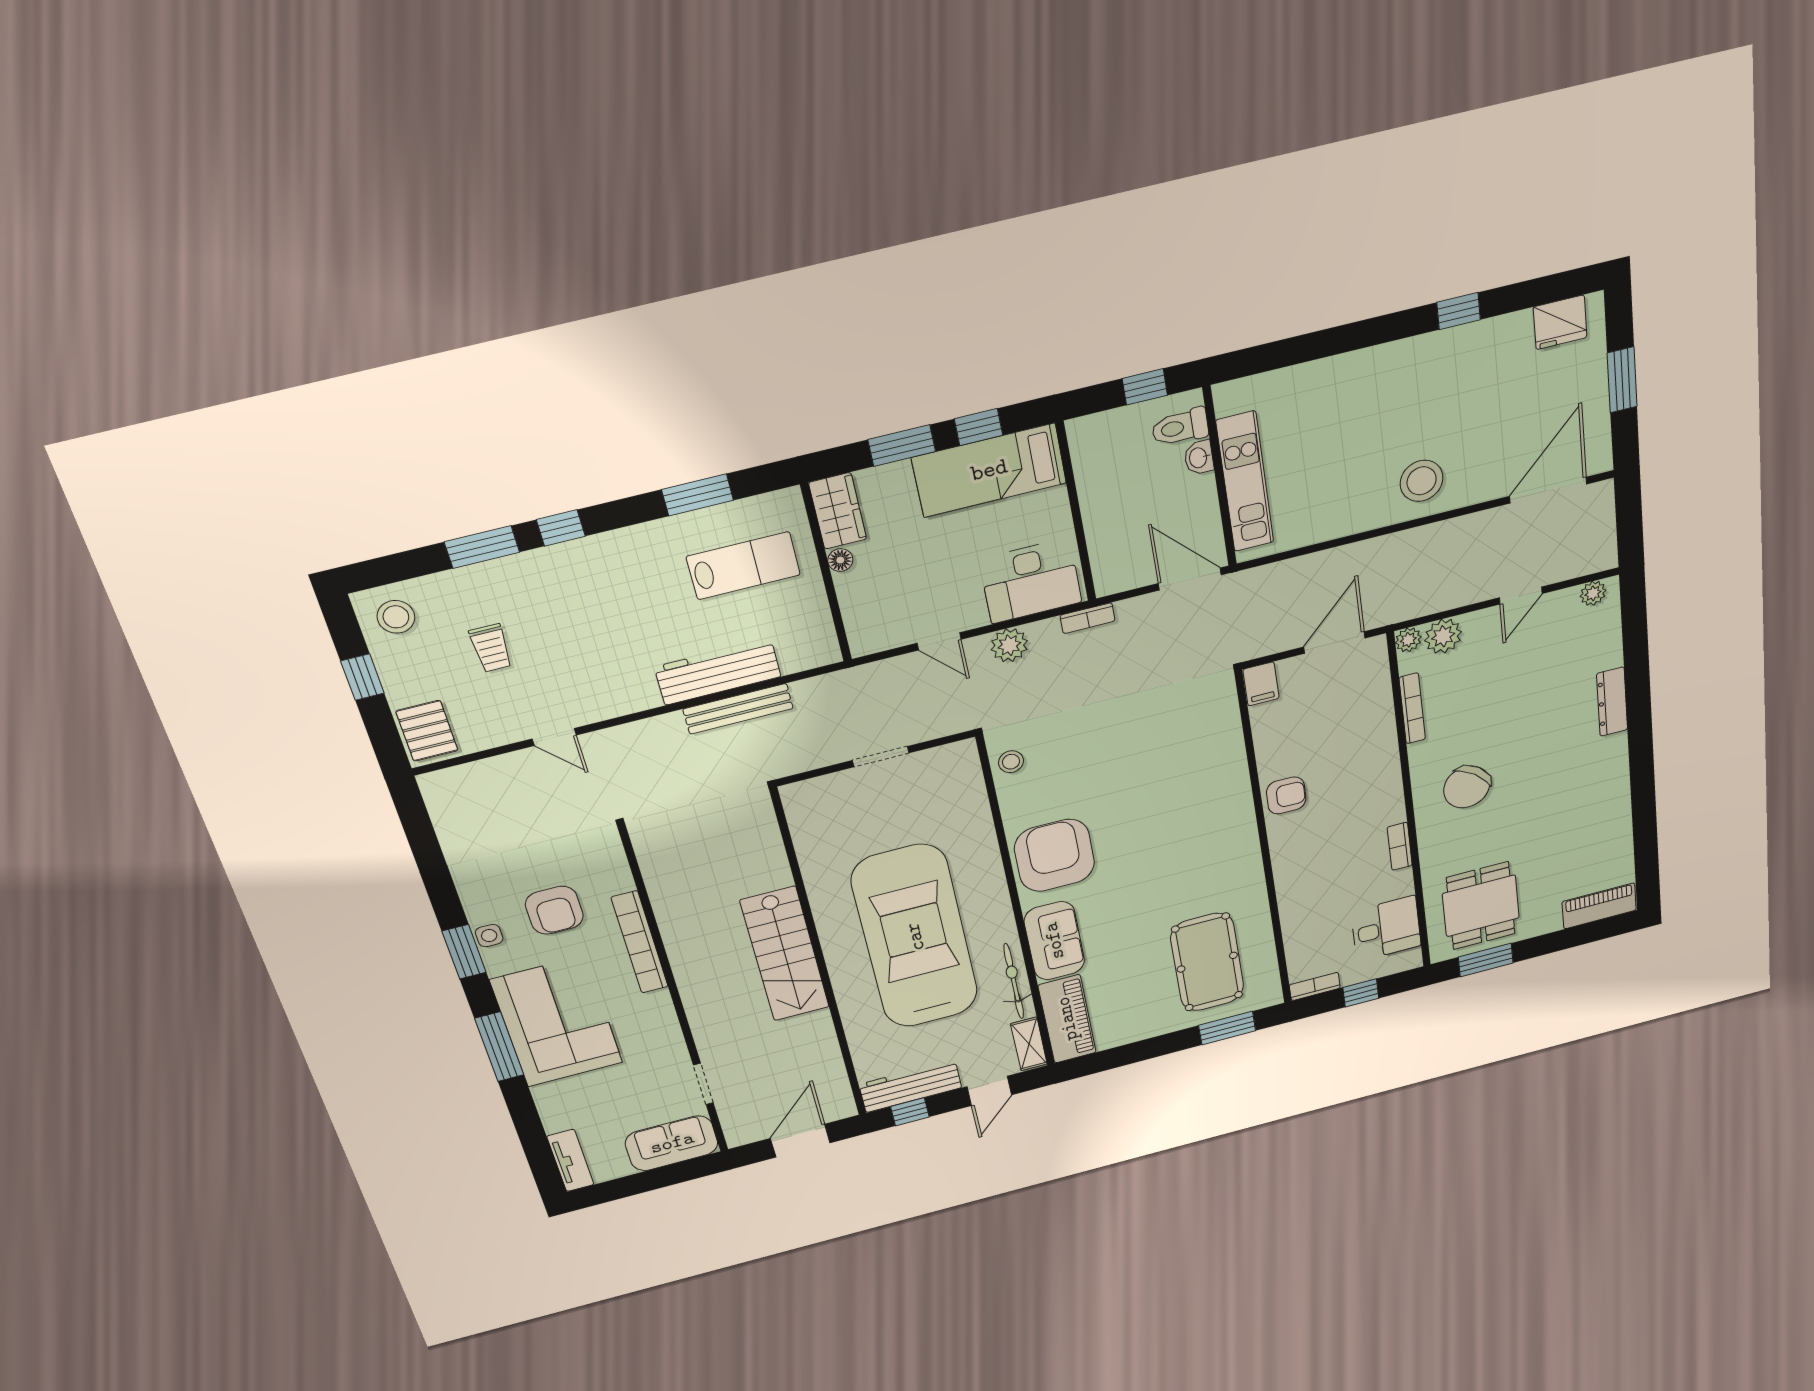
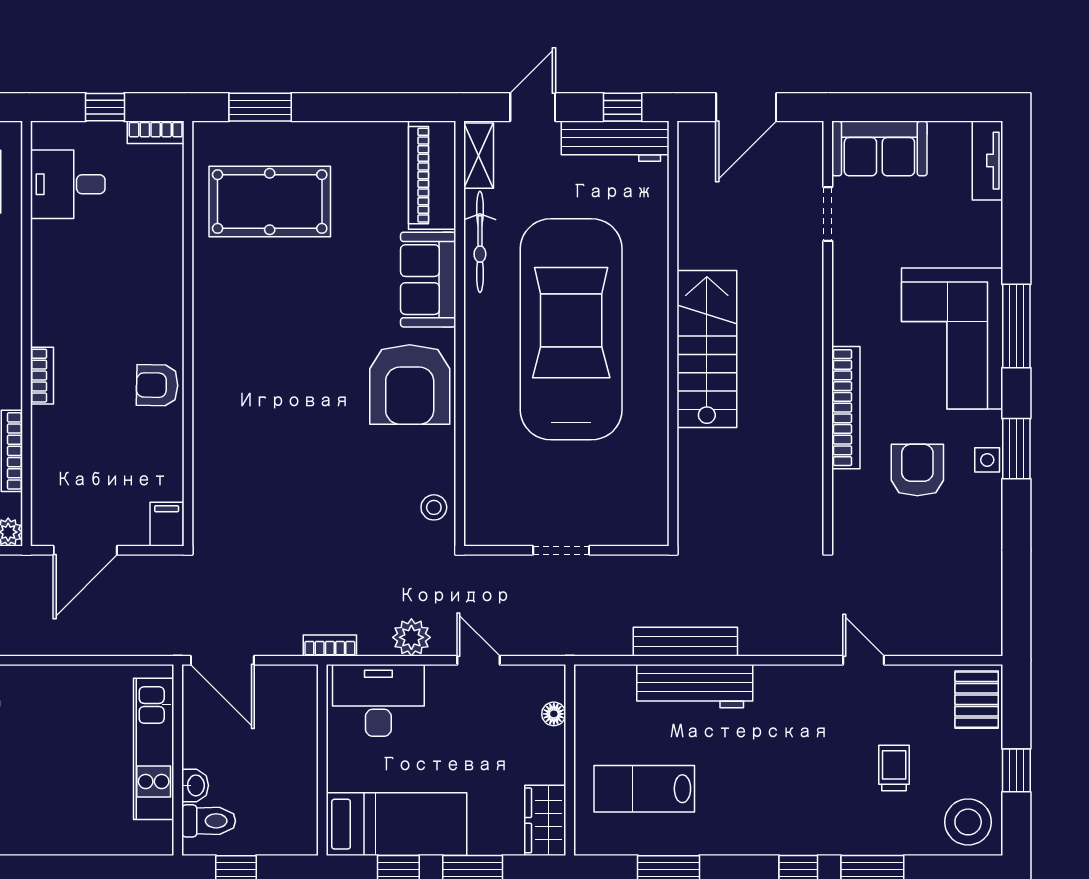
floor lamp: (840, 560) -> (554, 714), moved
stool: (396, 617) -> (968, 822), width x1.38, depth x1.38
bookcase: (1400, 846) -> (42, 376), moved
car: (915, 937) -> (571, 329), turned 180
pool table: (1207, 962) -> (270, 202), turned 90

